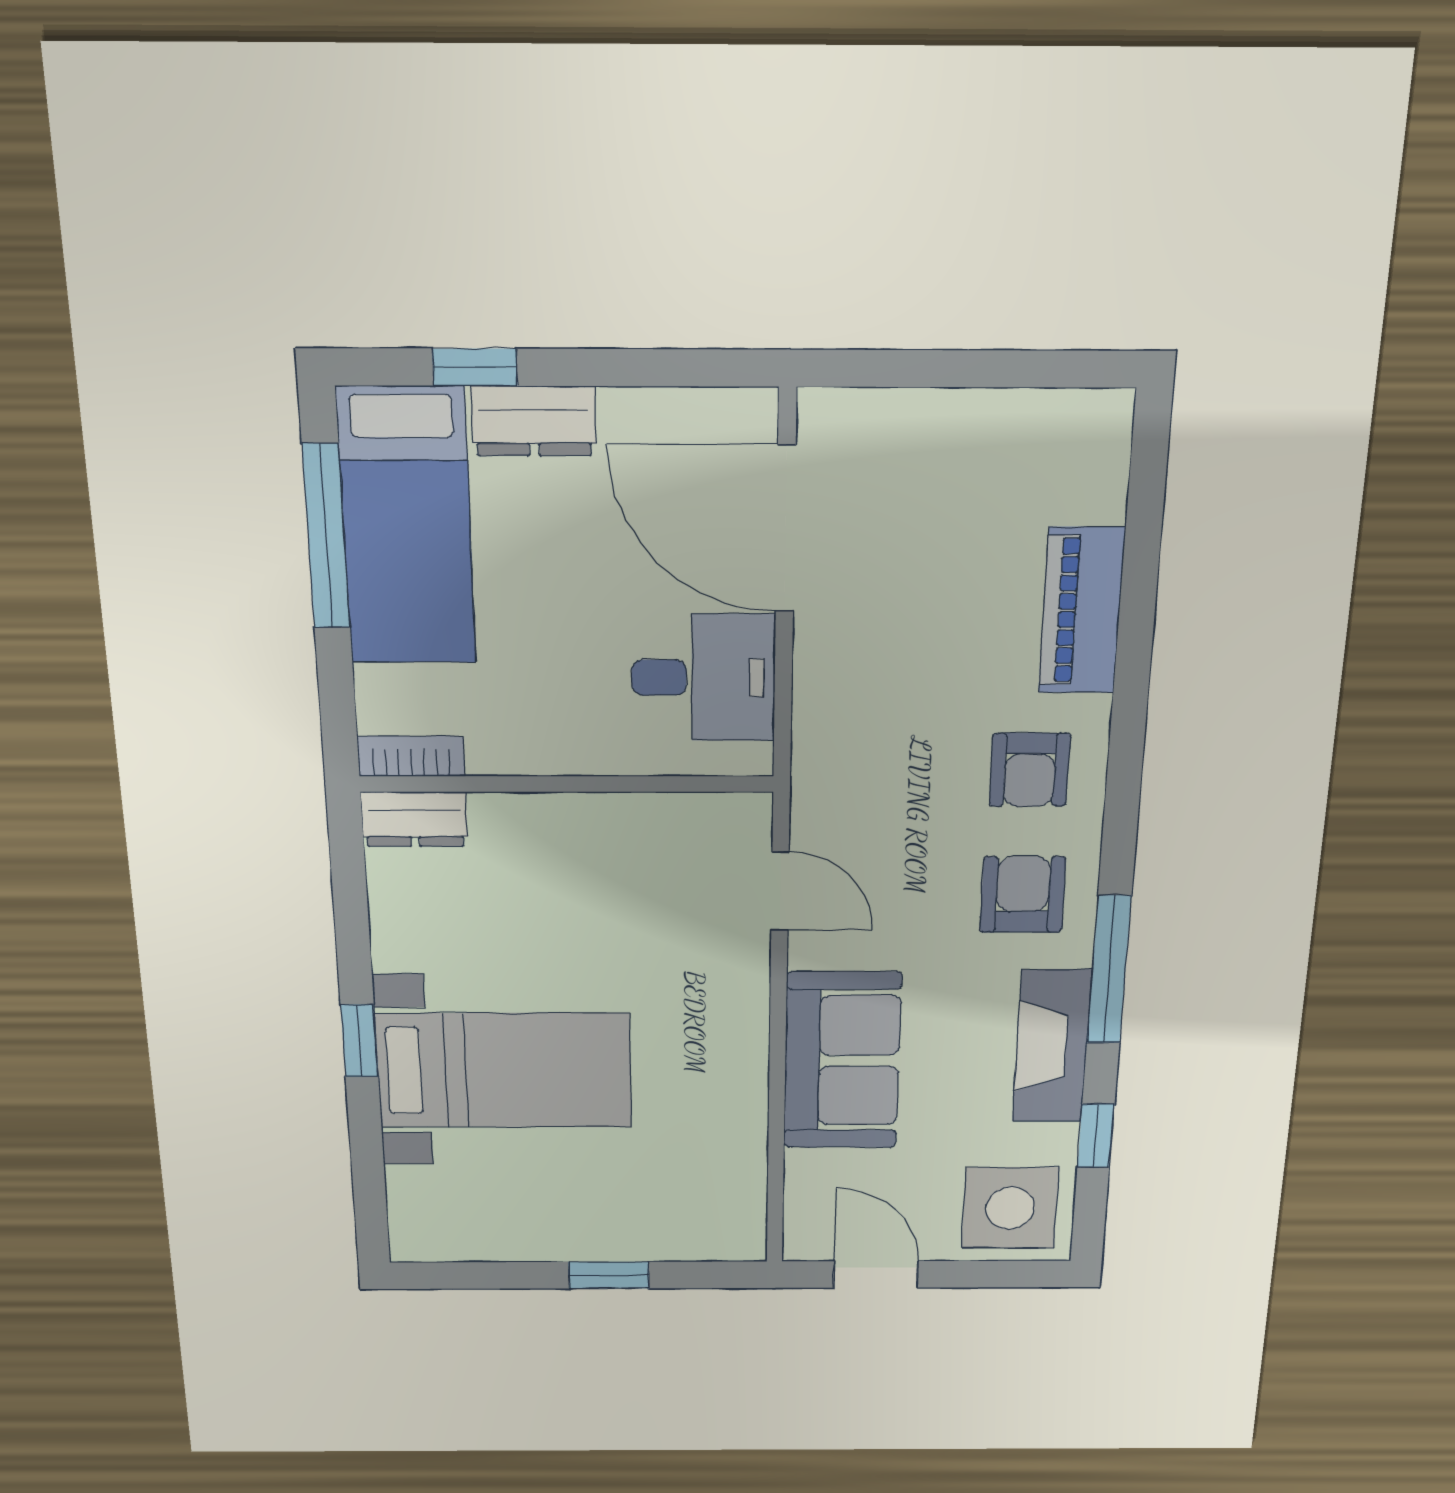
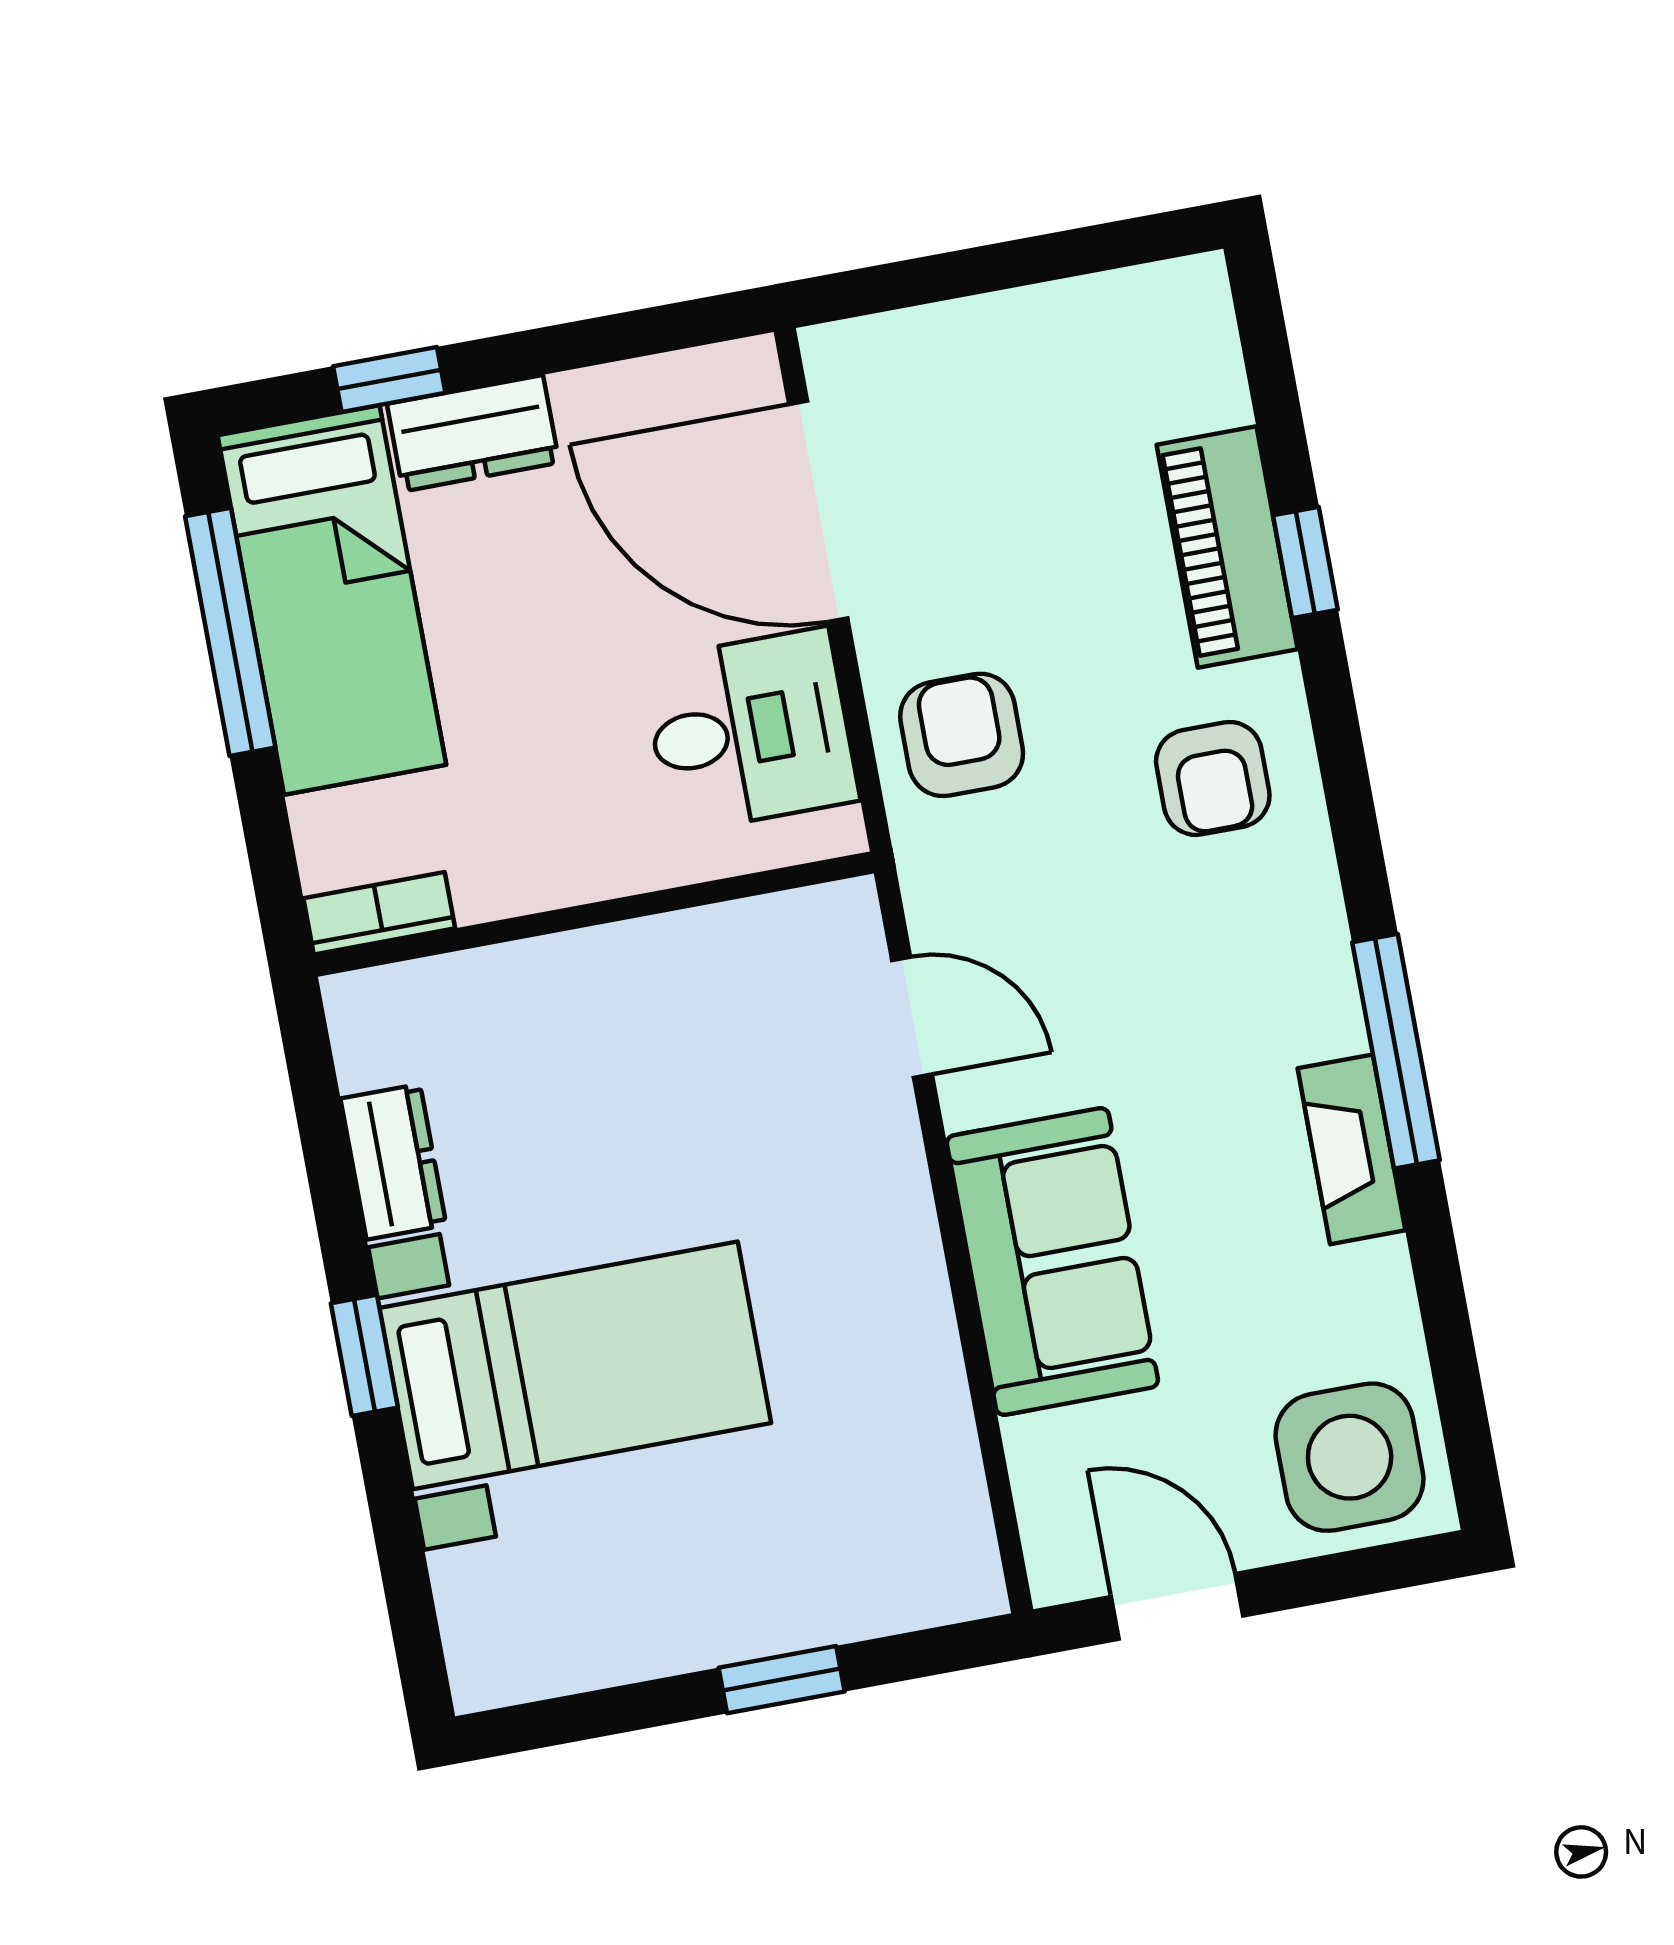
dresser: (414, 819) -> (393, 1162), moved, turned -90
armchair: (1023, 895) -> (962, 735), moved
fireplace: (1052, 1046) -> (1351, 1149), width x0.73, depth x0.76
window: (1096, 1136) -> (1305, 563), moved

